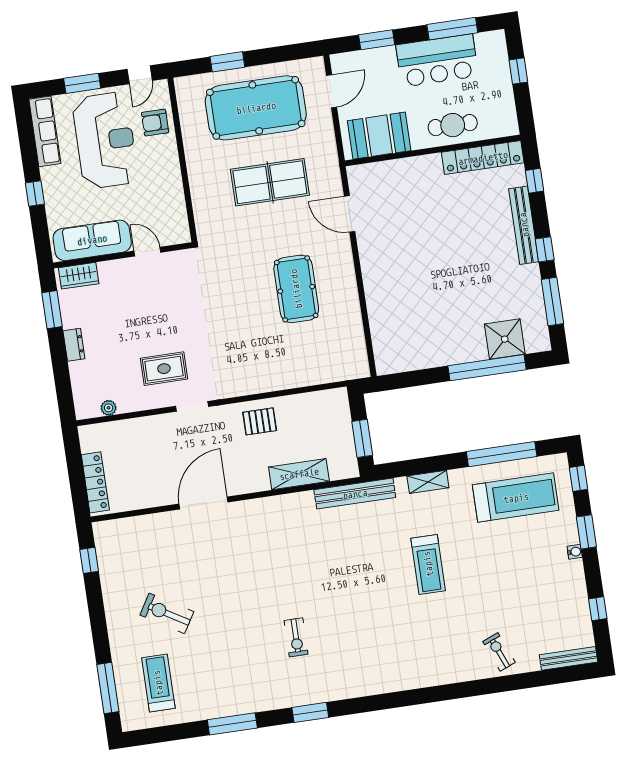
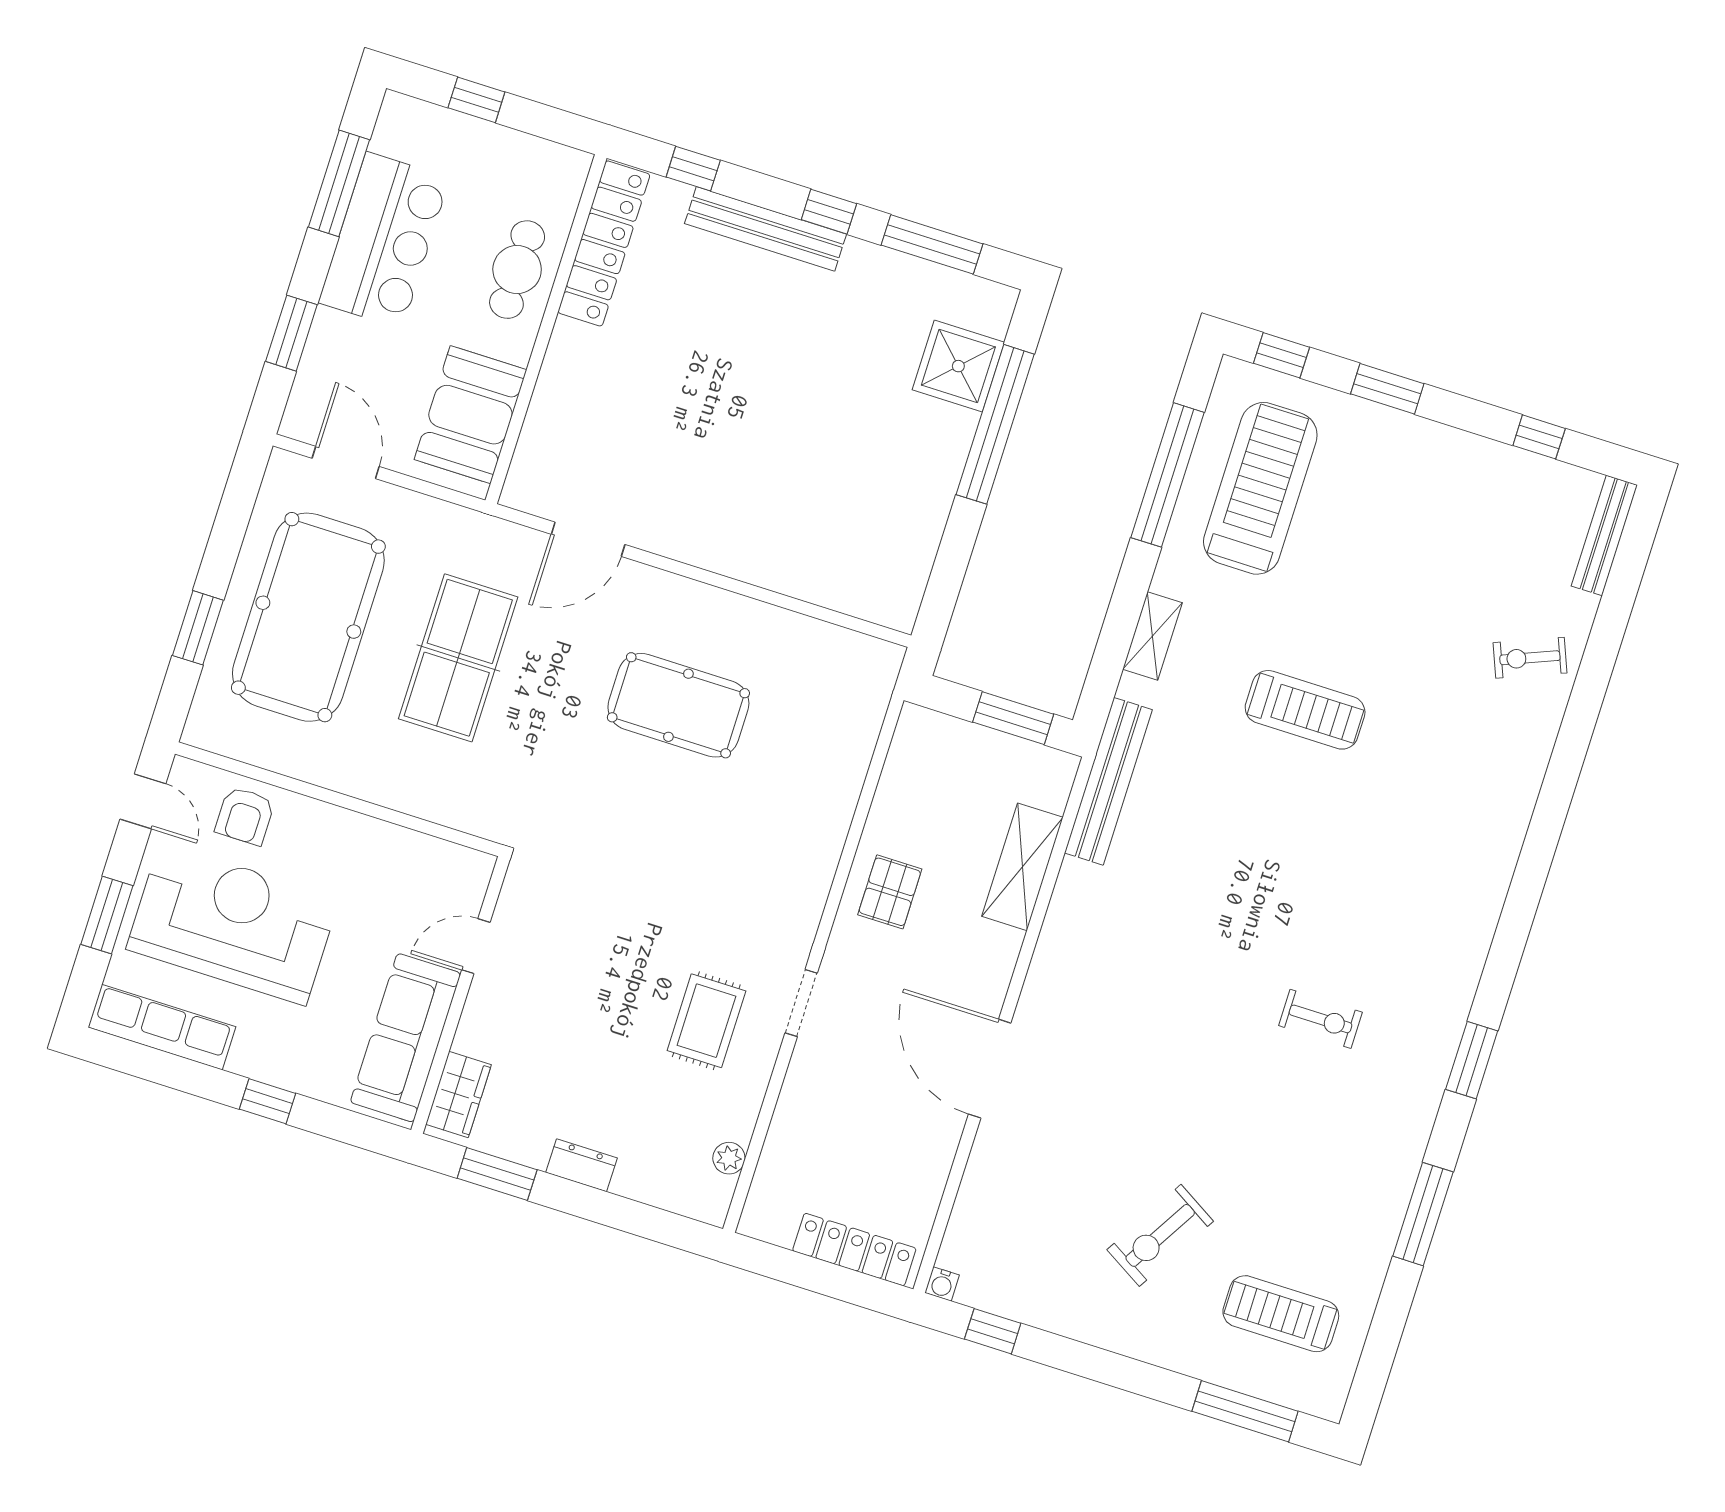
water cooler: (575, 552) -> (942, 1284), moved, turned 180

